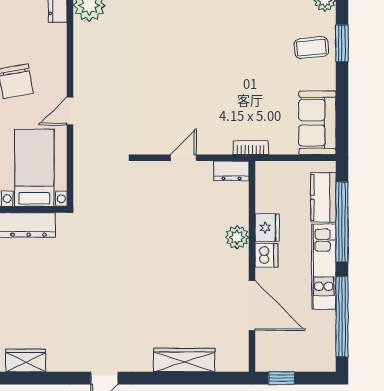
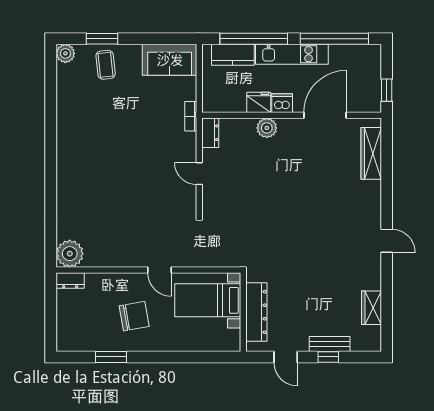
wardrobe: (184, 360) -> (371, 153), moved

